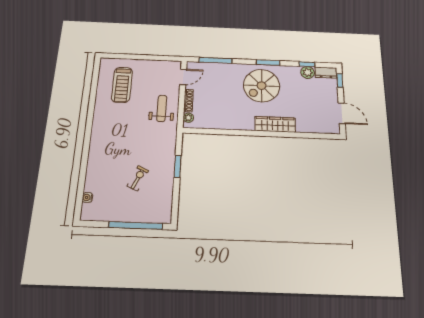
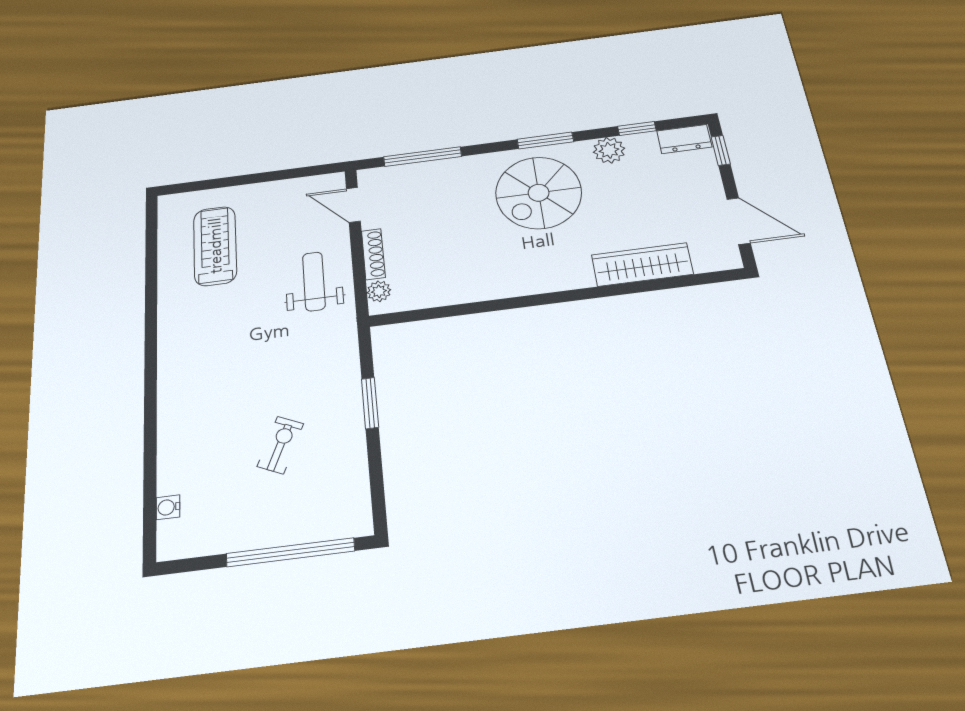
plant: (308, 72) -> (609, 150), moved
door: (183, 77) -> (353, 205), swing flipped
treadmill: (122, 85) -> (215, 246), turned 180
wardrobe: (275, 124) -> (642, 264), moved

